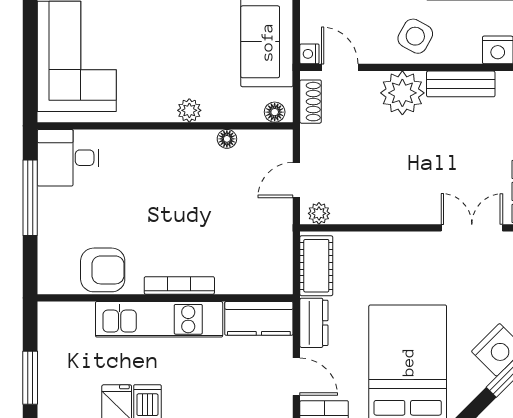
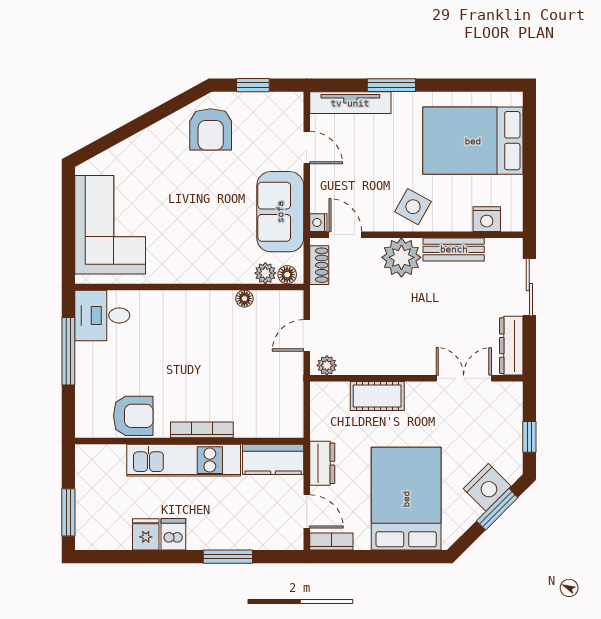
plant: (189, 110) -> (265, 273), moved
cot: (316, 266) -> (377, 396), moved, turned 90

